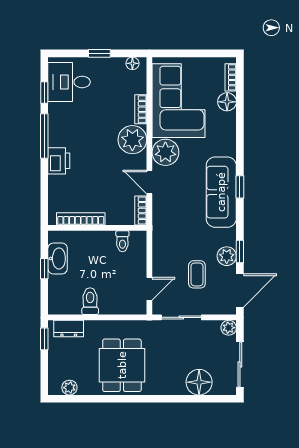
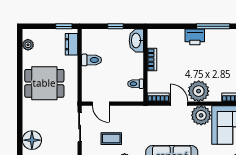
plant: (132, 140) -> (199, 91), moved
door: (149, 182) -> (179, 104), hinge flipped
bookcase: (81, 219) -> (152, 59), width x0.64
washbasin: (58, 258) -> (136, 41), moved, turned 90

